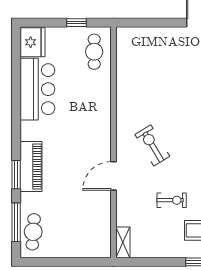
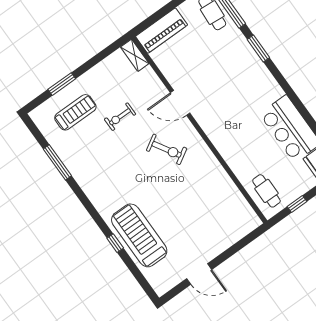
piano: (31, 167) -> (162, 31), moved, turned -90
door: (113, 176) -> (180, 103), swing flipped

